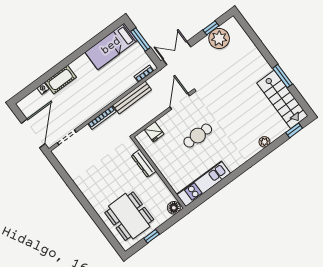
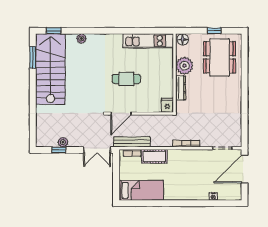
plant: (219, 39) -> (63, 142), width x0.53, depth x0.53
window: (141, 40) -> (116, 179), removed
window: (283, 76) -> (33, 57), moved
cot: (61, 80) -> (154, 156), moved
bench: (132, 97) -> (132, 142), moved
stairs: (282, 99) -> (50, 69), width x1.36, depth x1.51
fridge: (154, 132) -> (167, 105), moved
plant: (155, 186) -> (184, 66), added

